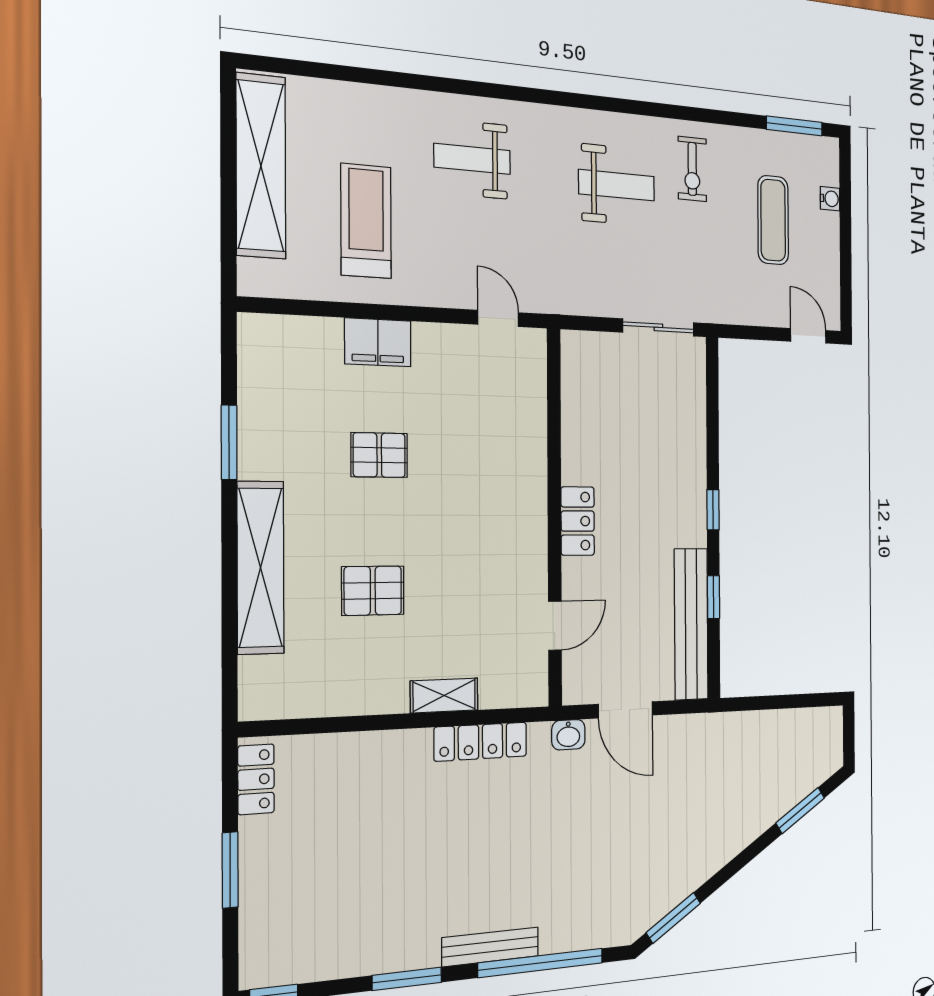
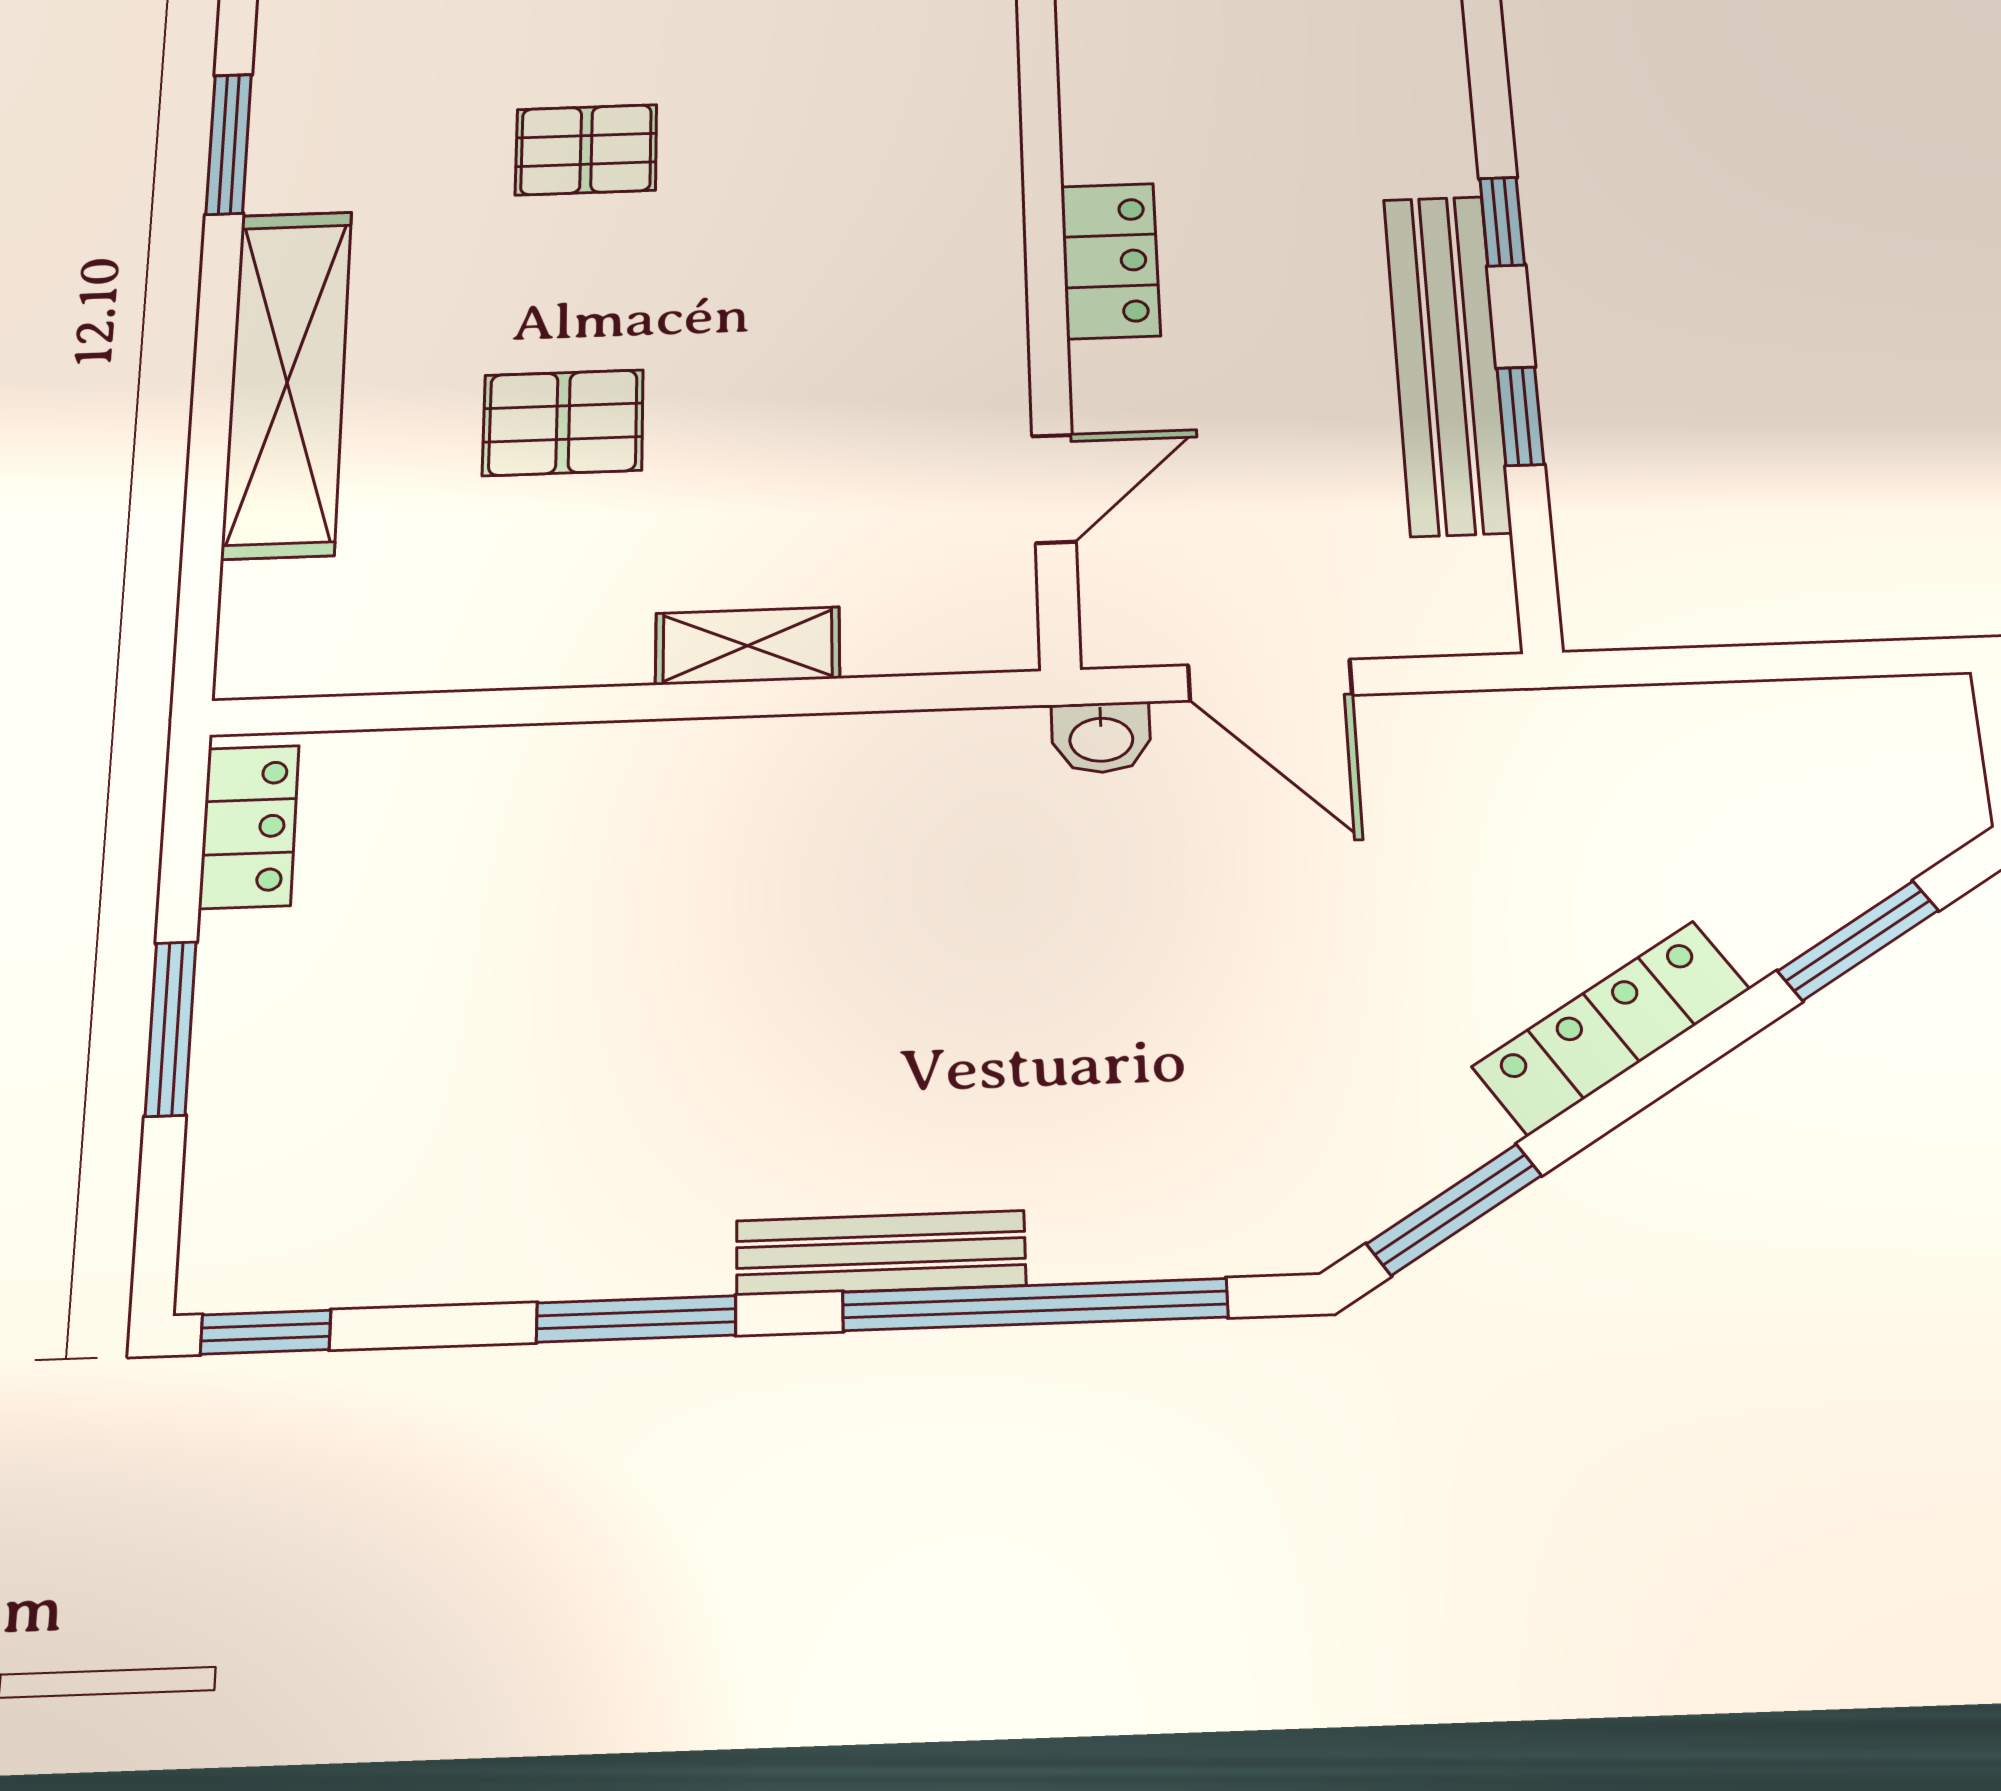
bench: (691, 624) -> (1447, 363), moved
locker: (481, 742) -> (1611, 1028), moved, turned 147

